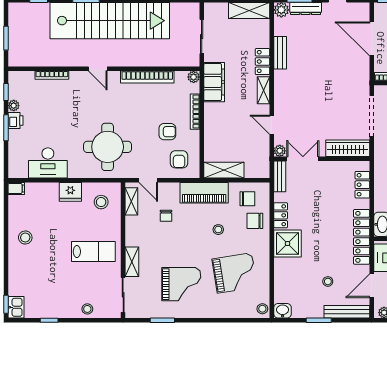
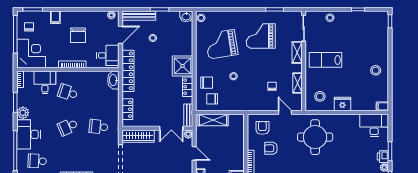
desk: (48, 163) -> (374, 125), moved
shelving: (224, 170) -> (213, 120), moved
piano: (204, 193) -> (244, 103), removed
shelving: (131, 201) -> (297, 83), moved
kitchen sink: (16, 307) -> (383, 19), removed

